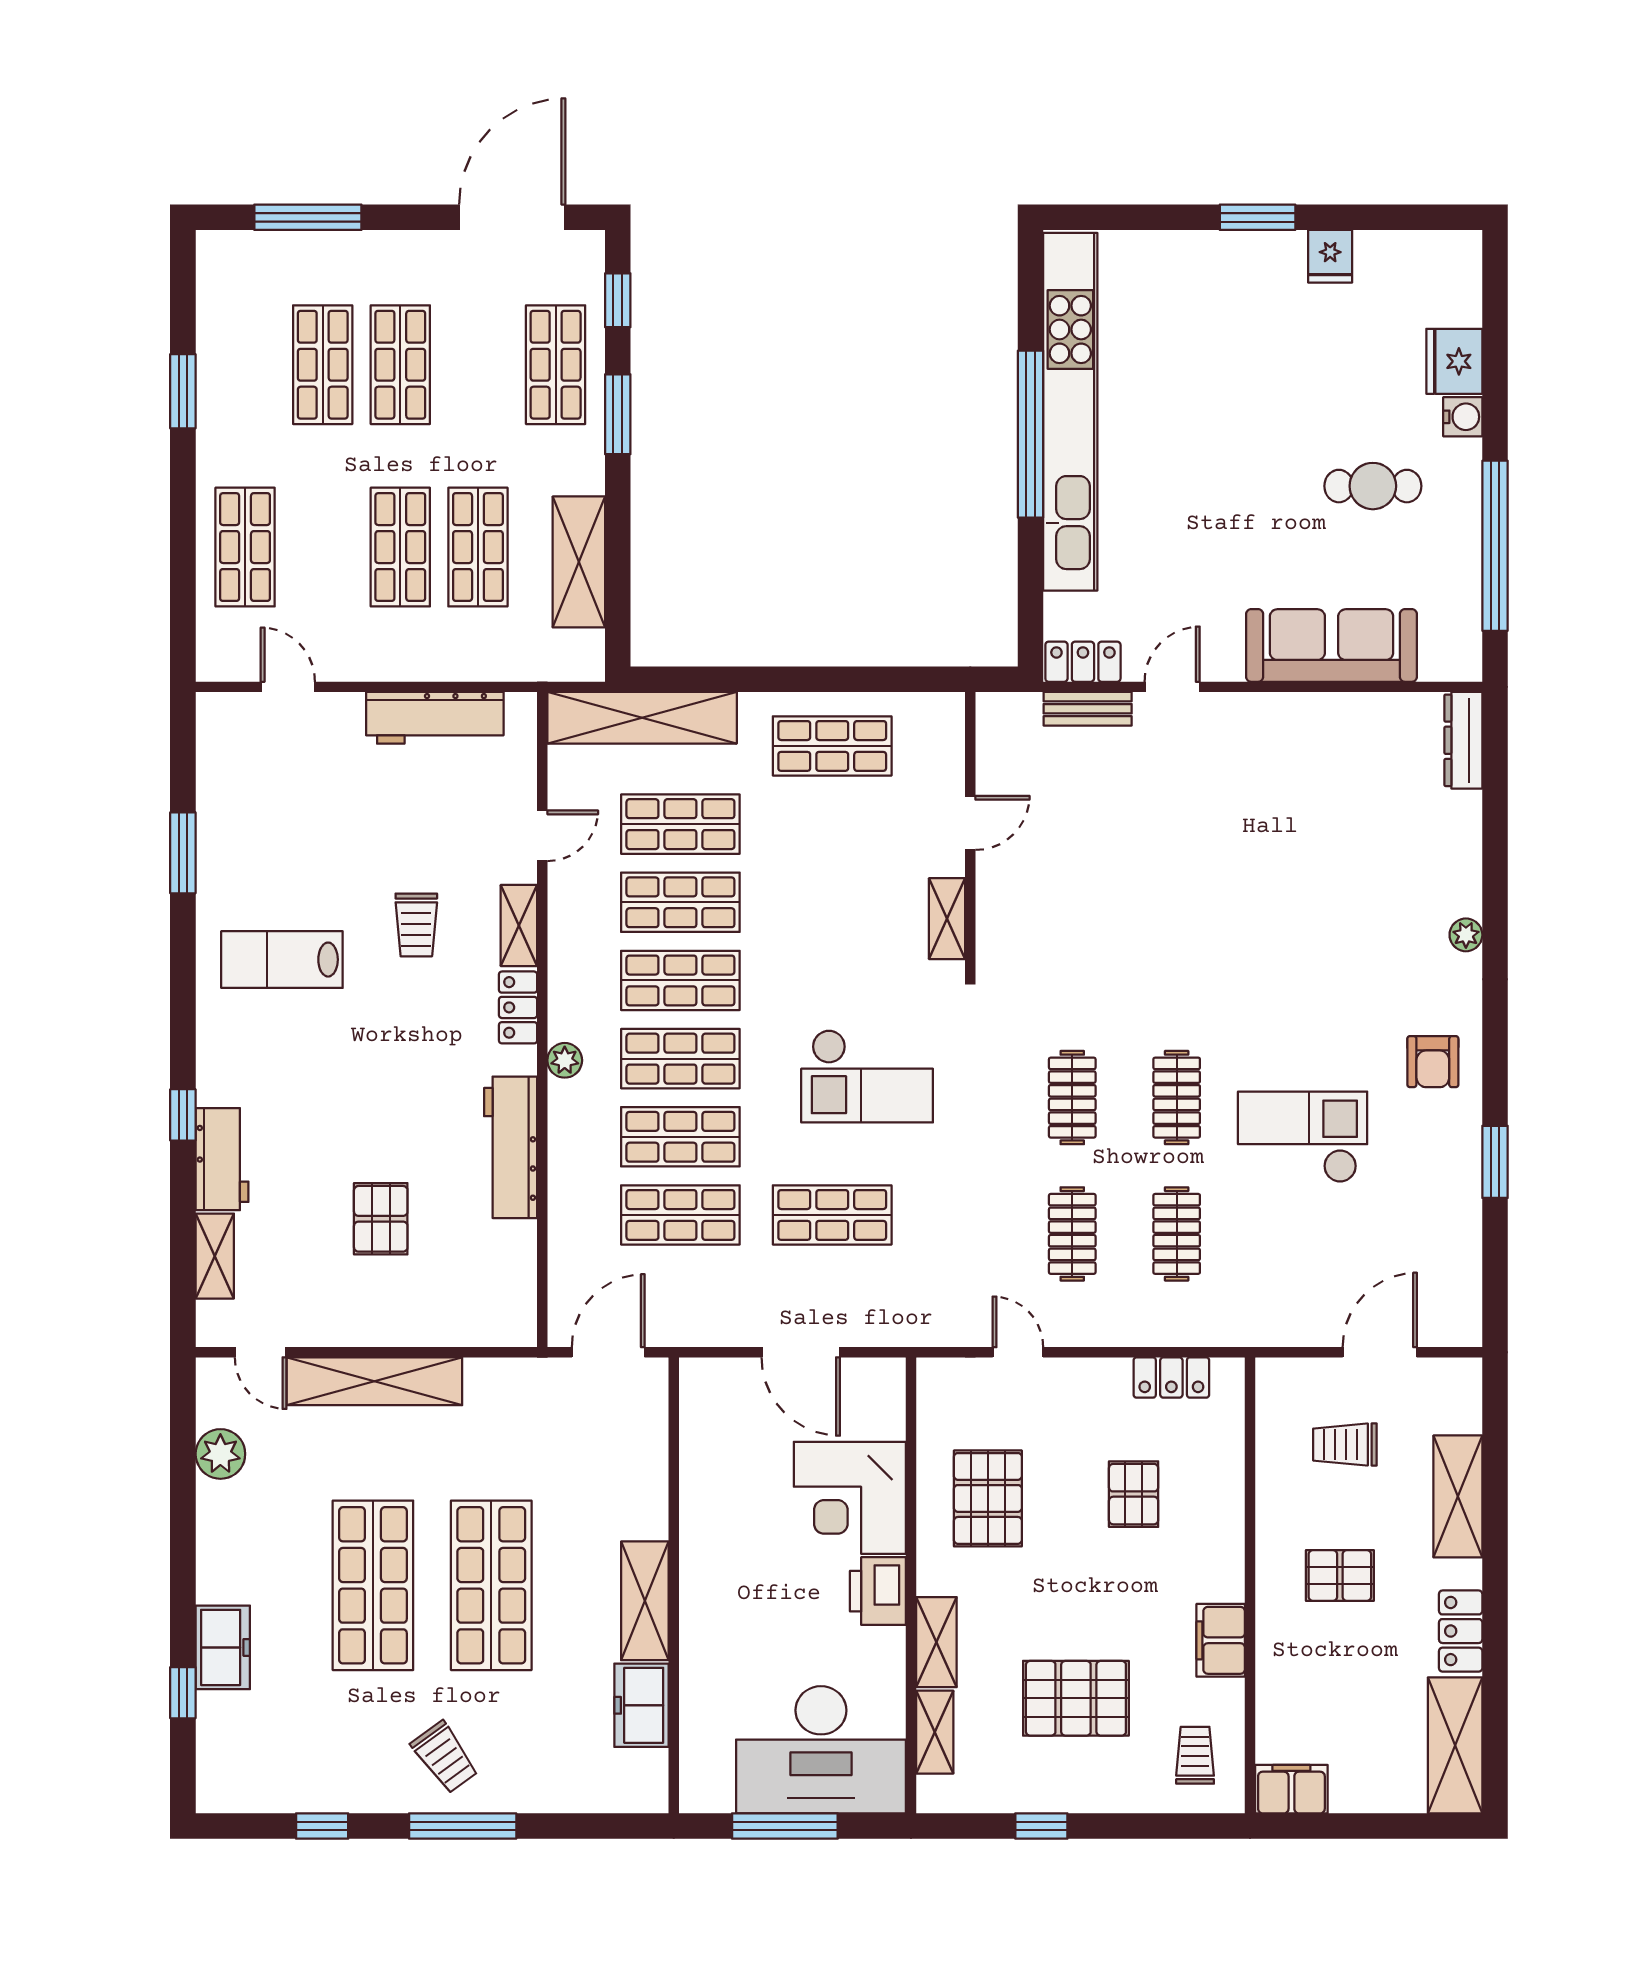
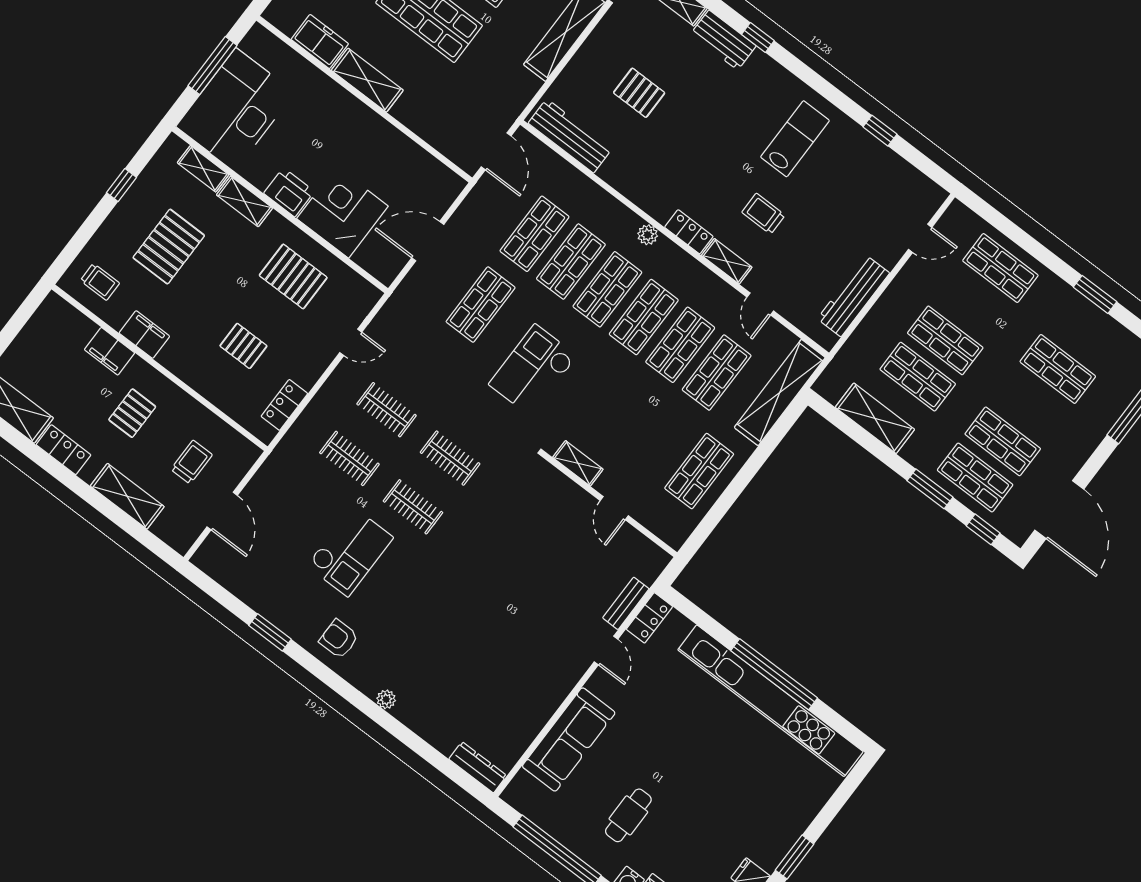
shop shelf: (400, 365) -> (1003, 441), moved
window: (183, 853) -> (880, 131), width x0.67
workbench: (511, 1147) -> (570, 136), moved
filing cabinet: (1291, 1789) -> (110, 351), moved, turned 90

